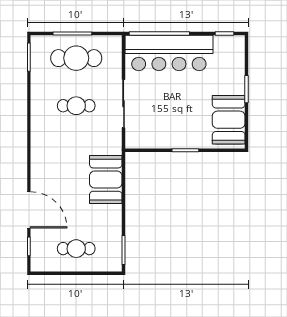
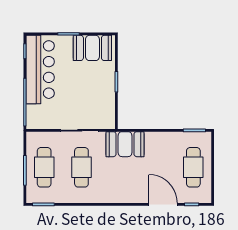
bar counter: (169, 53) -> (40, 70), moved
cafe table: (76, 106) -> (81, 167), width x1.37, depth x1.35
booth: (106, 180) -> (125, 144), moved
door: (29, 210) -> (163, 204), hinge flipped
cafe table: (76, 249) -> (193, 167), width x1.37, depth x1.35

